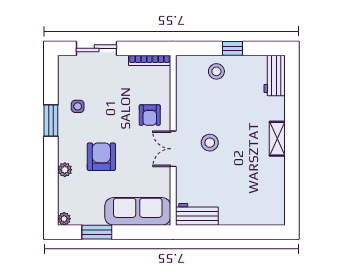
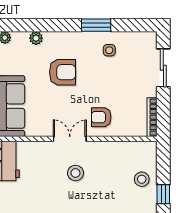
plant: (65, 170) -> (36, 38), moved

